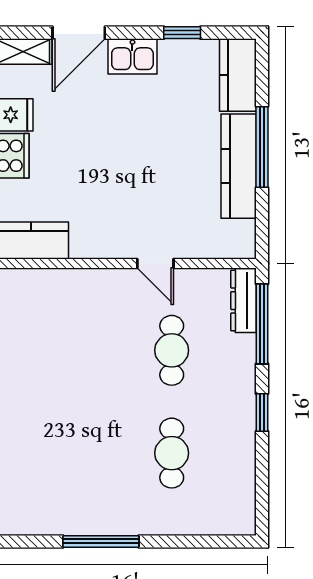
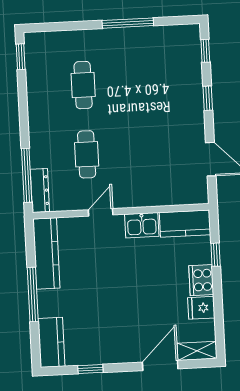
kitchen sink: (132, 56) -> (142, 225), moved, turned 180
kitchen counter: (239, 166) -> (46, 253), moved
door: (155, 264) -> (101, 212), hinge flipped
window: (262, 412) -> (21, 57), moved

